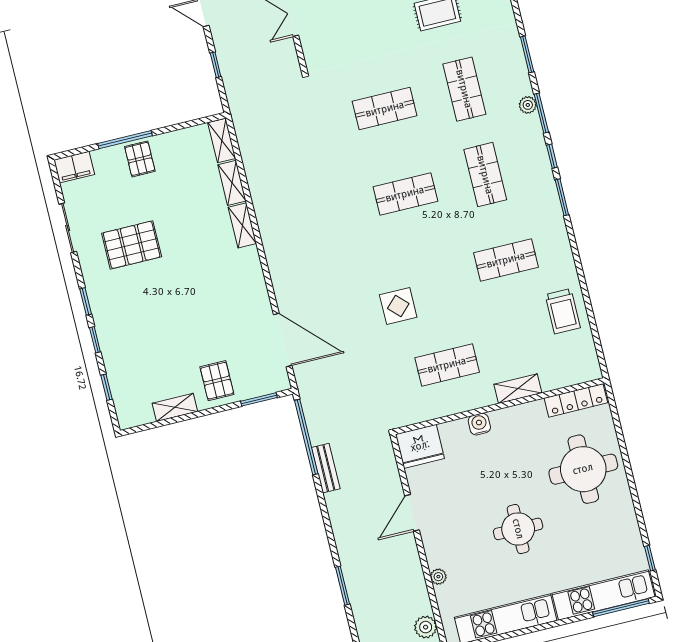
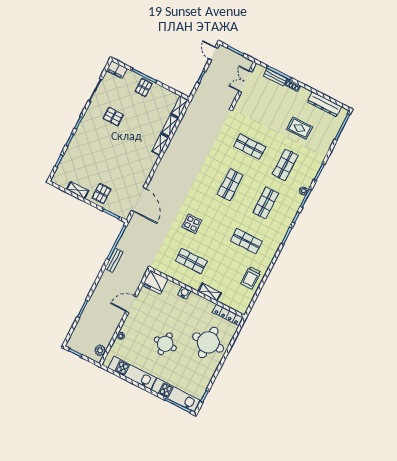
shop shelf: (405, 194) -> (230, 185), turned 90
pallet: (132, 245) -> (113, 117), width x0.67, depth x0.71

